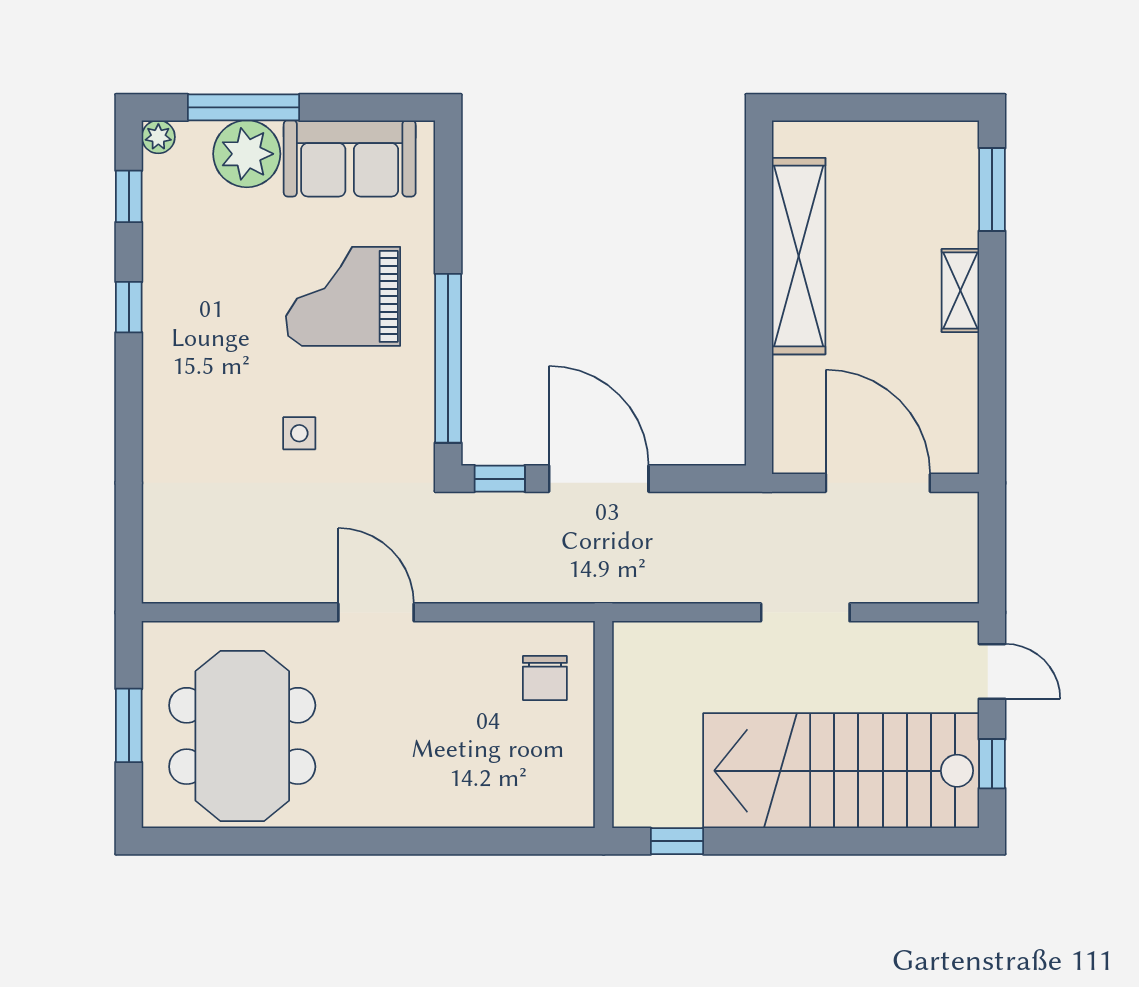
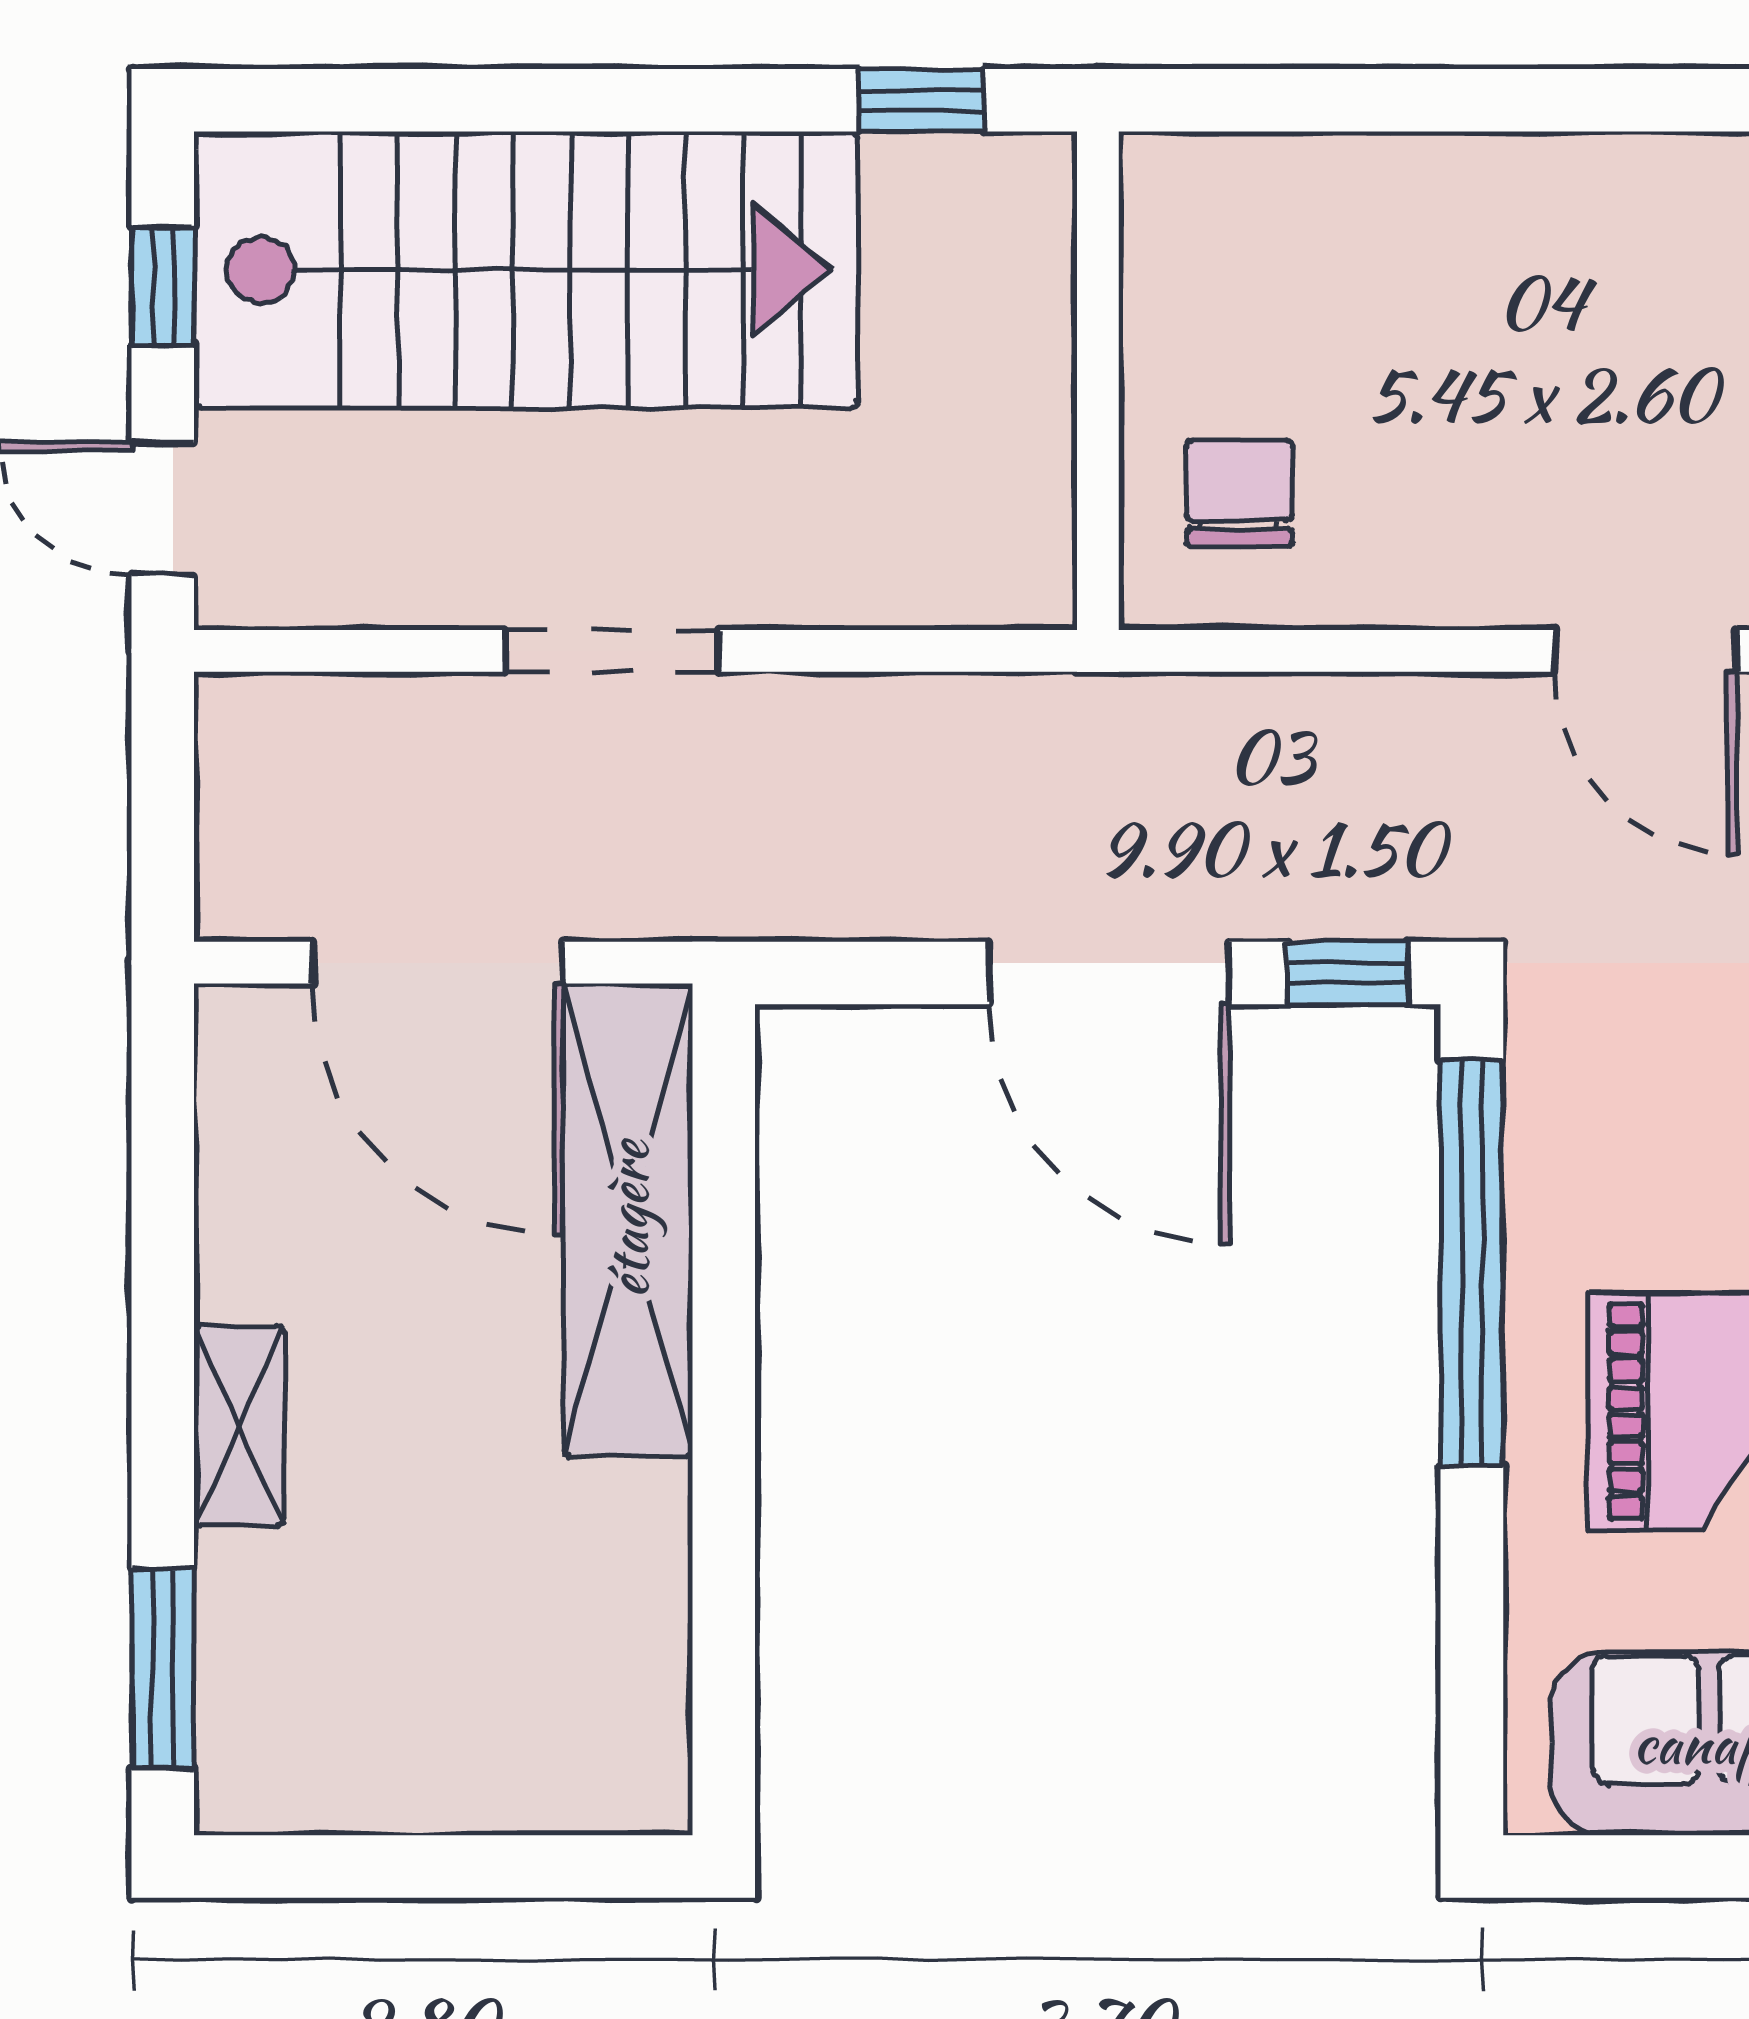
shelving: (799, 256) -> (628, 1220), moved

